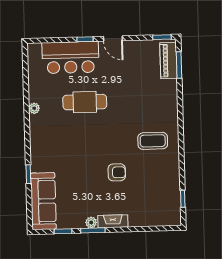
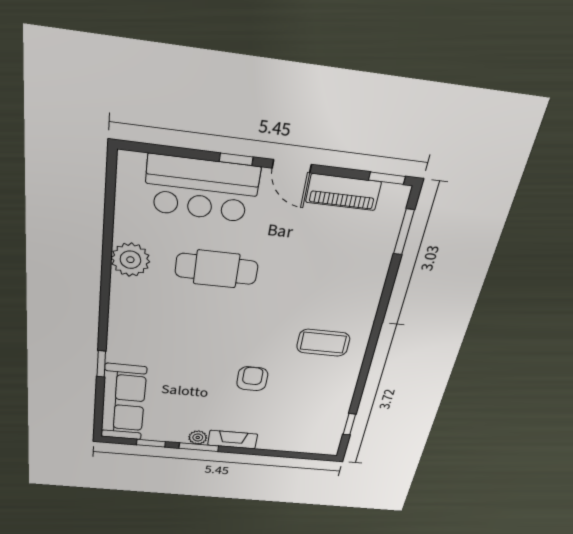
piano: (169, 61) -> (343, 192), moved, turned -90
plant: (34, 108) -> (130, 260), width x1.88, depth x1.88
armchair: (117, 172) -> (252, 379), turned -90

